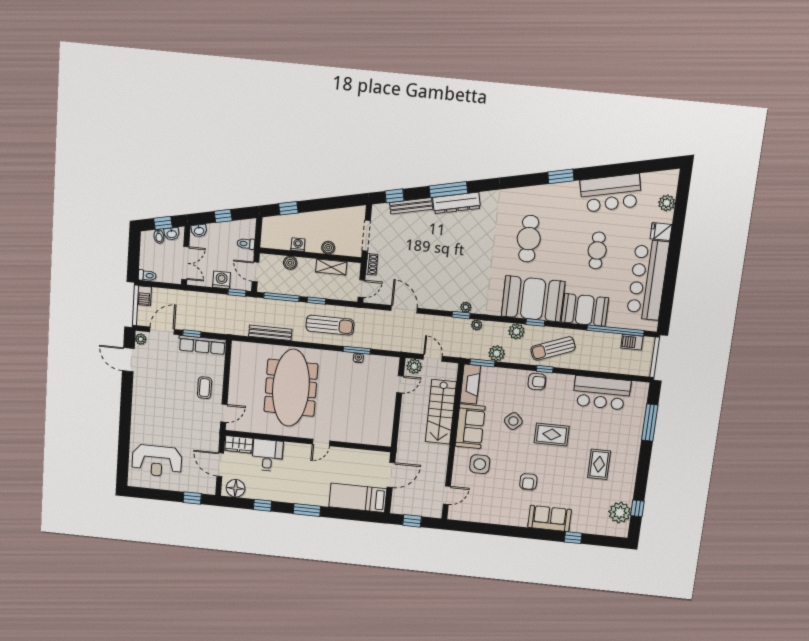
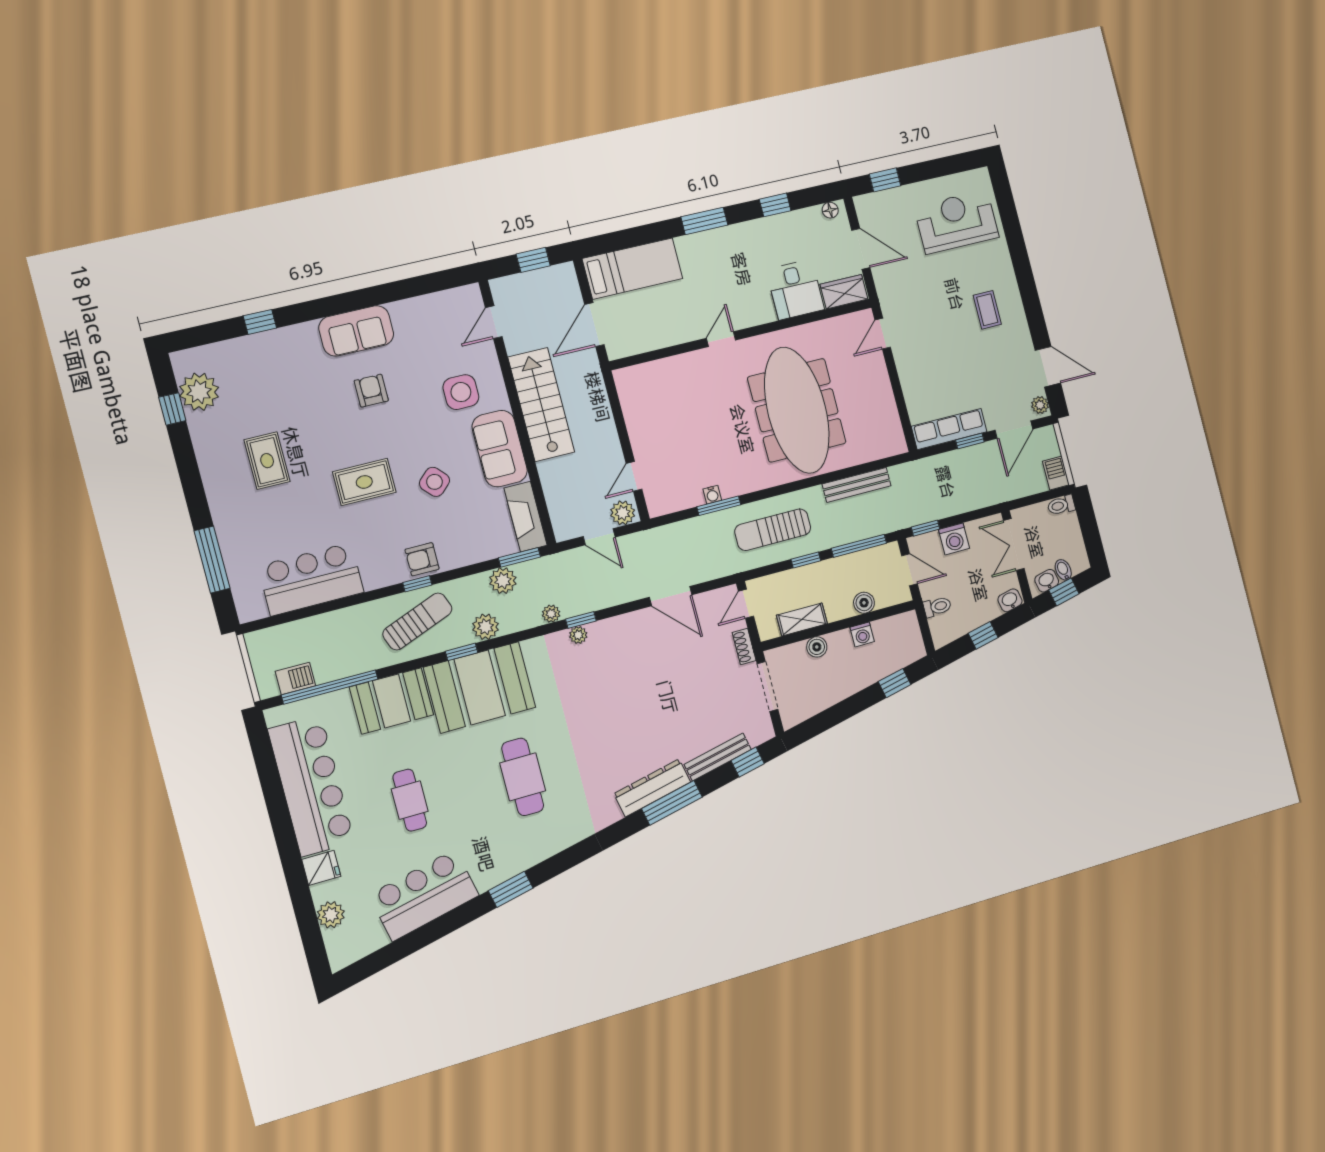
coffee table: (205, 388) -> (987, 310), moved
stairs: (441, 412) -> (541, 405), moved
floor lamp: (236, 488) -> (830, 210), width x0.53, depth x0.53
sofa: (550, 518) -> (356, 331), moved

